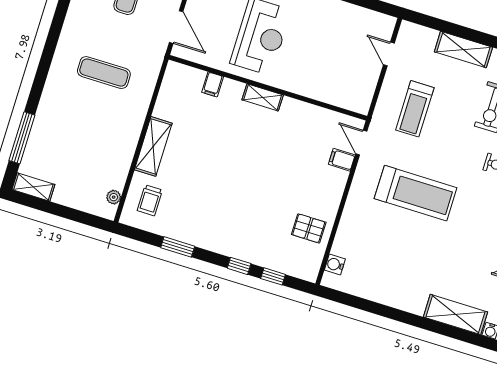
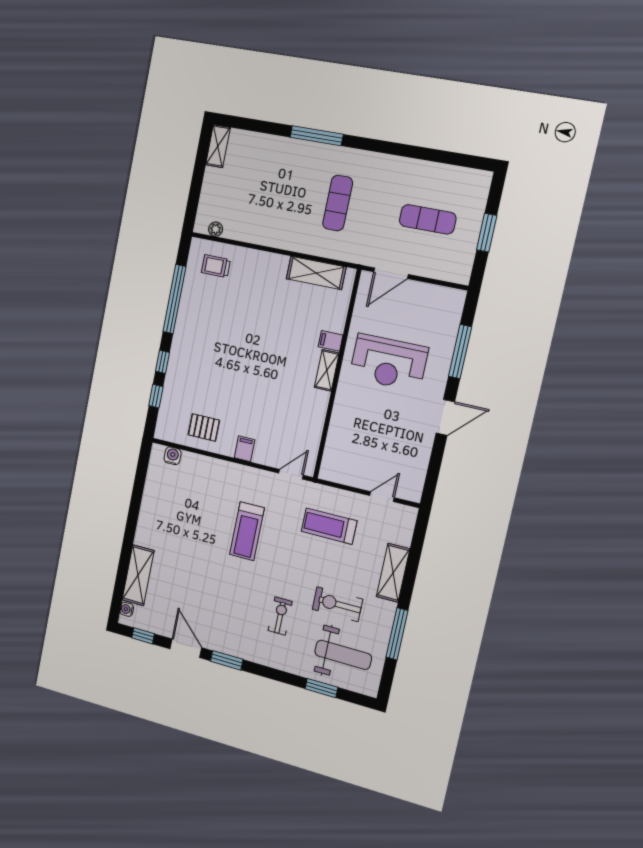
filing cabinet: (213, 84) -> (331, 341), moved
window: (22, 138) -> (317, 136), moved
shelving: (153, 146) -> (316, 273), moved
filing cabinet: (342, 160) -> (245, 449), moved
treadmill: (416, 193) -> (247, 531), width x0.73, depth x0.73
pallet: (309, 228) -> (204, 428), turned 90
window: (178, 247) -> (174, 299), width x2.11

